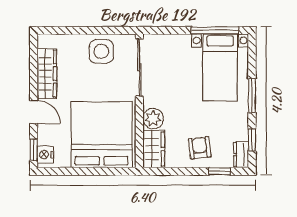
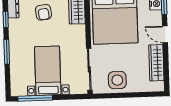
bed with nightstands: (220, 67) -> (48, 71), moved
plant: (153, 119) -> (78, 33), removed

